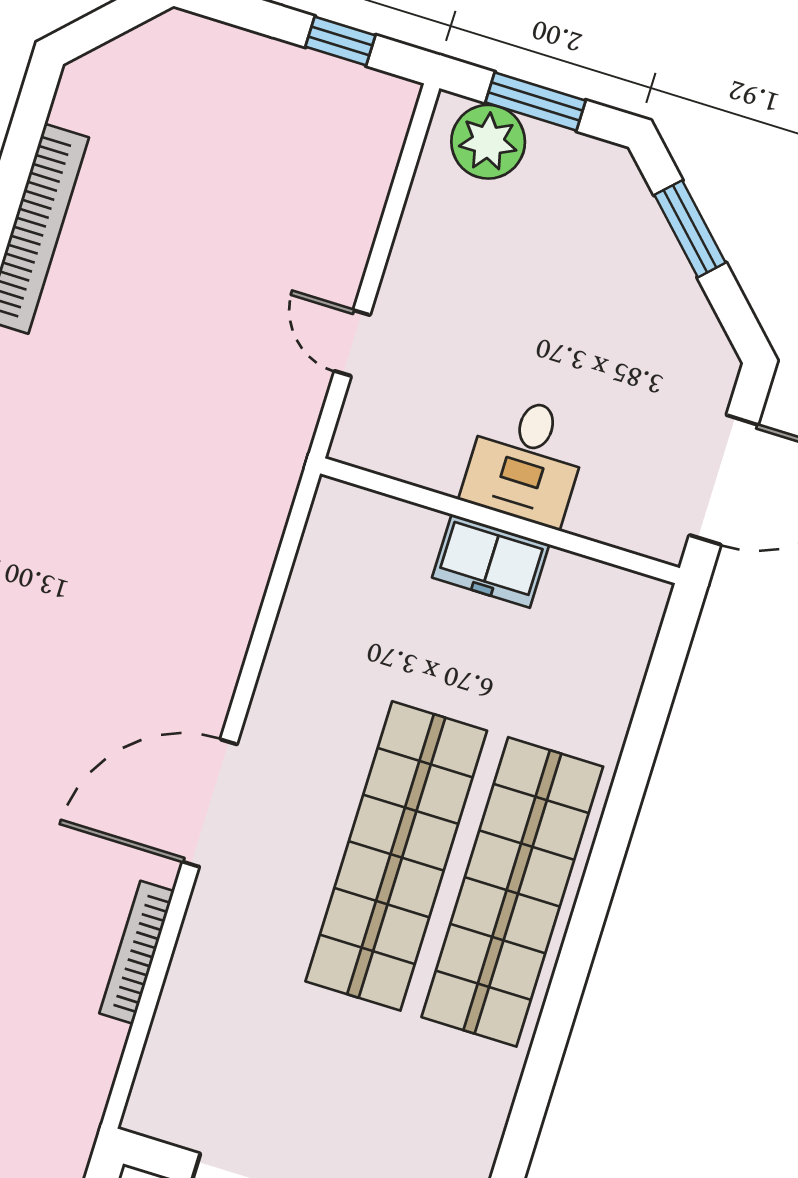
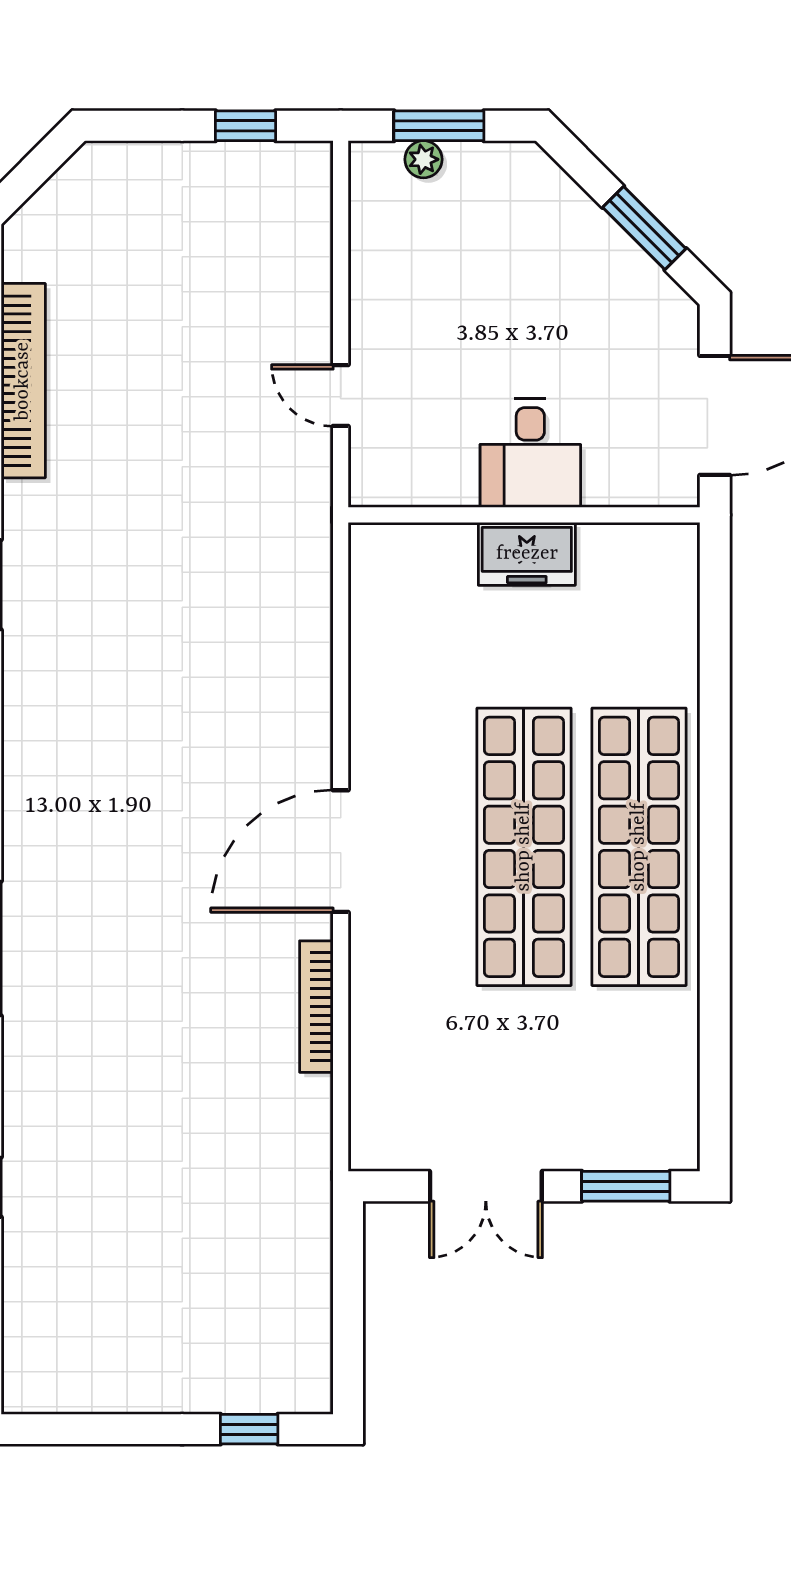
plant: (488, 142) -> (423, 159), width x0.53, depth x0.53
window: (690, 229) -> (644, 228), moved

